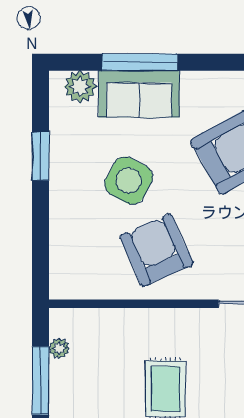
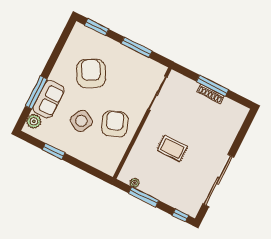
armchair: (156, 250) -> (115, 124), turned 93

